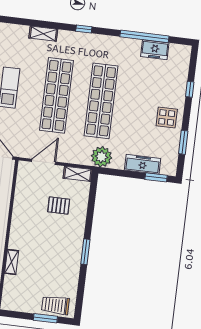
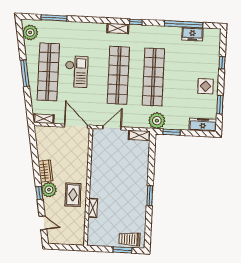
shelving: (43, 34) -> (118, 28), moved
freezer: (143, 164) -> (203, 125), moved
window: (156, 177) -> (172, 132), moved
pallet: (59, 205) -> (126, 161), removed

